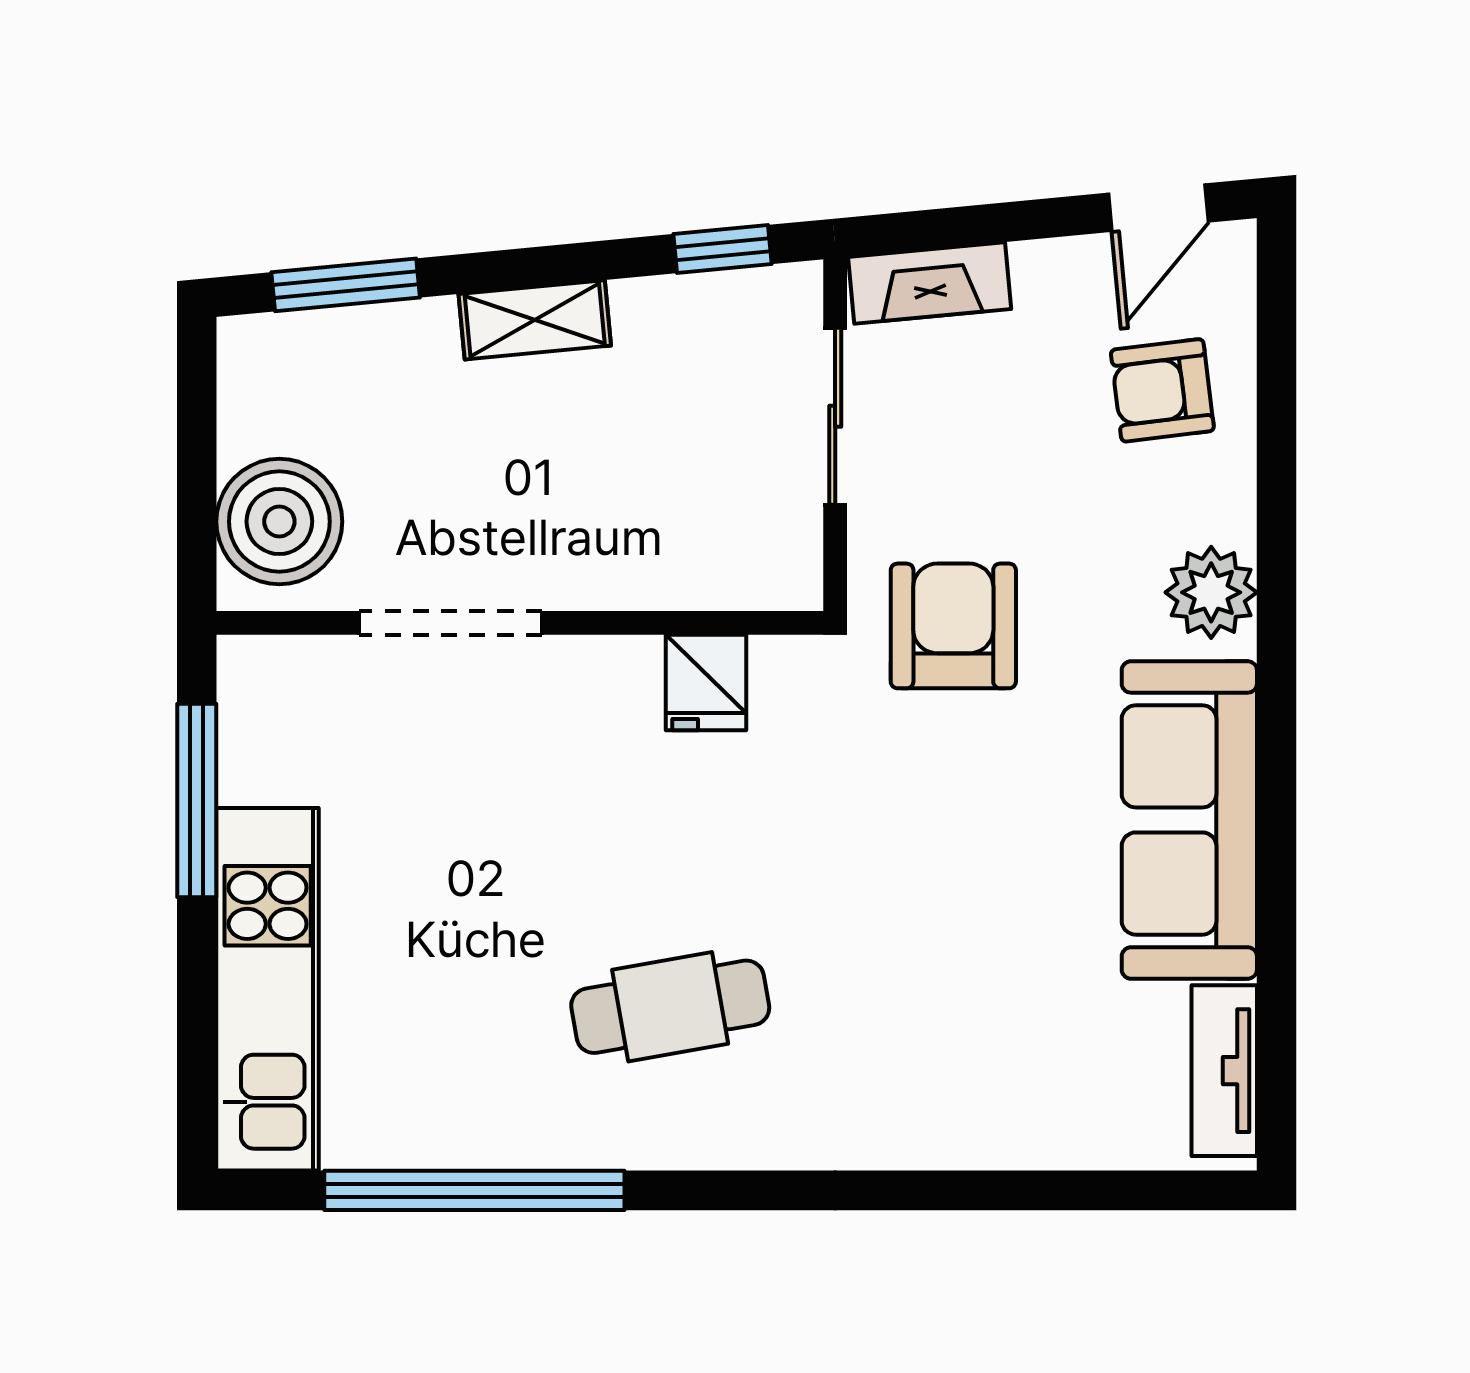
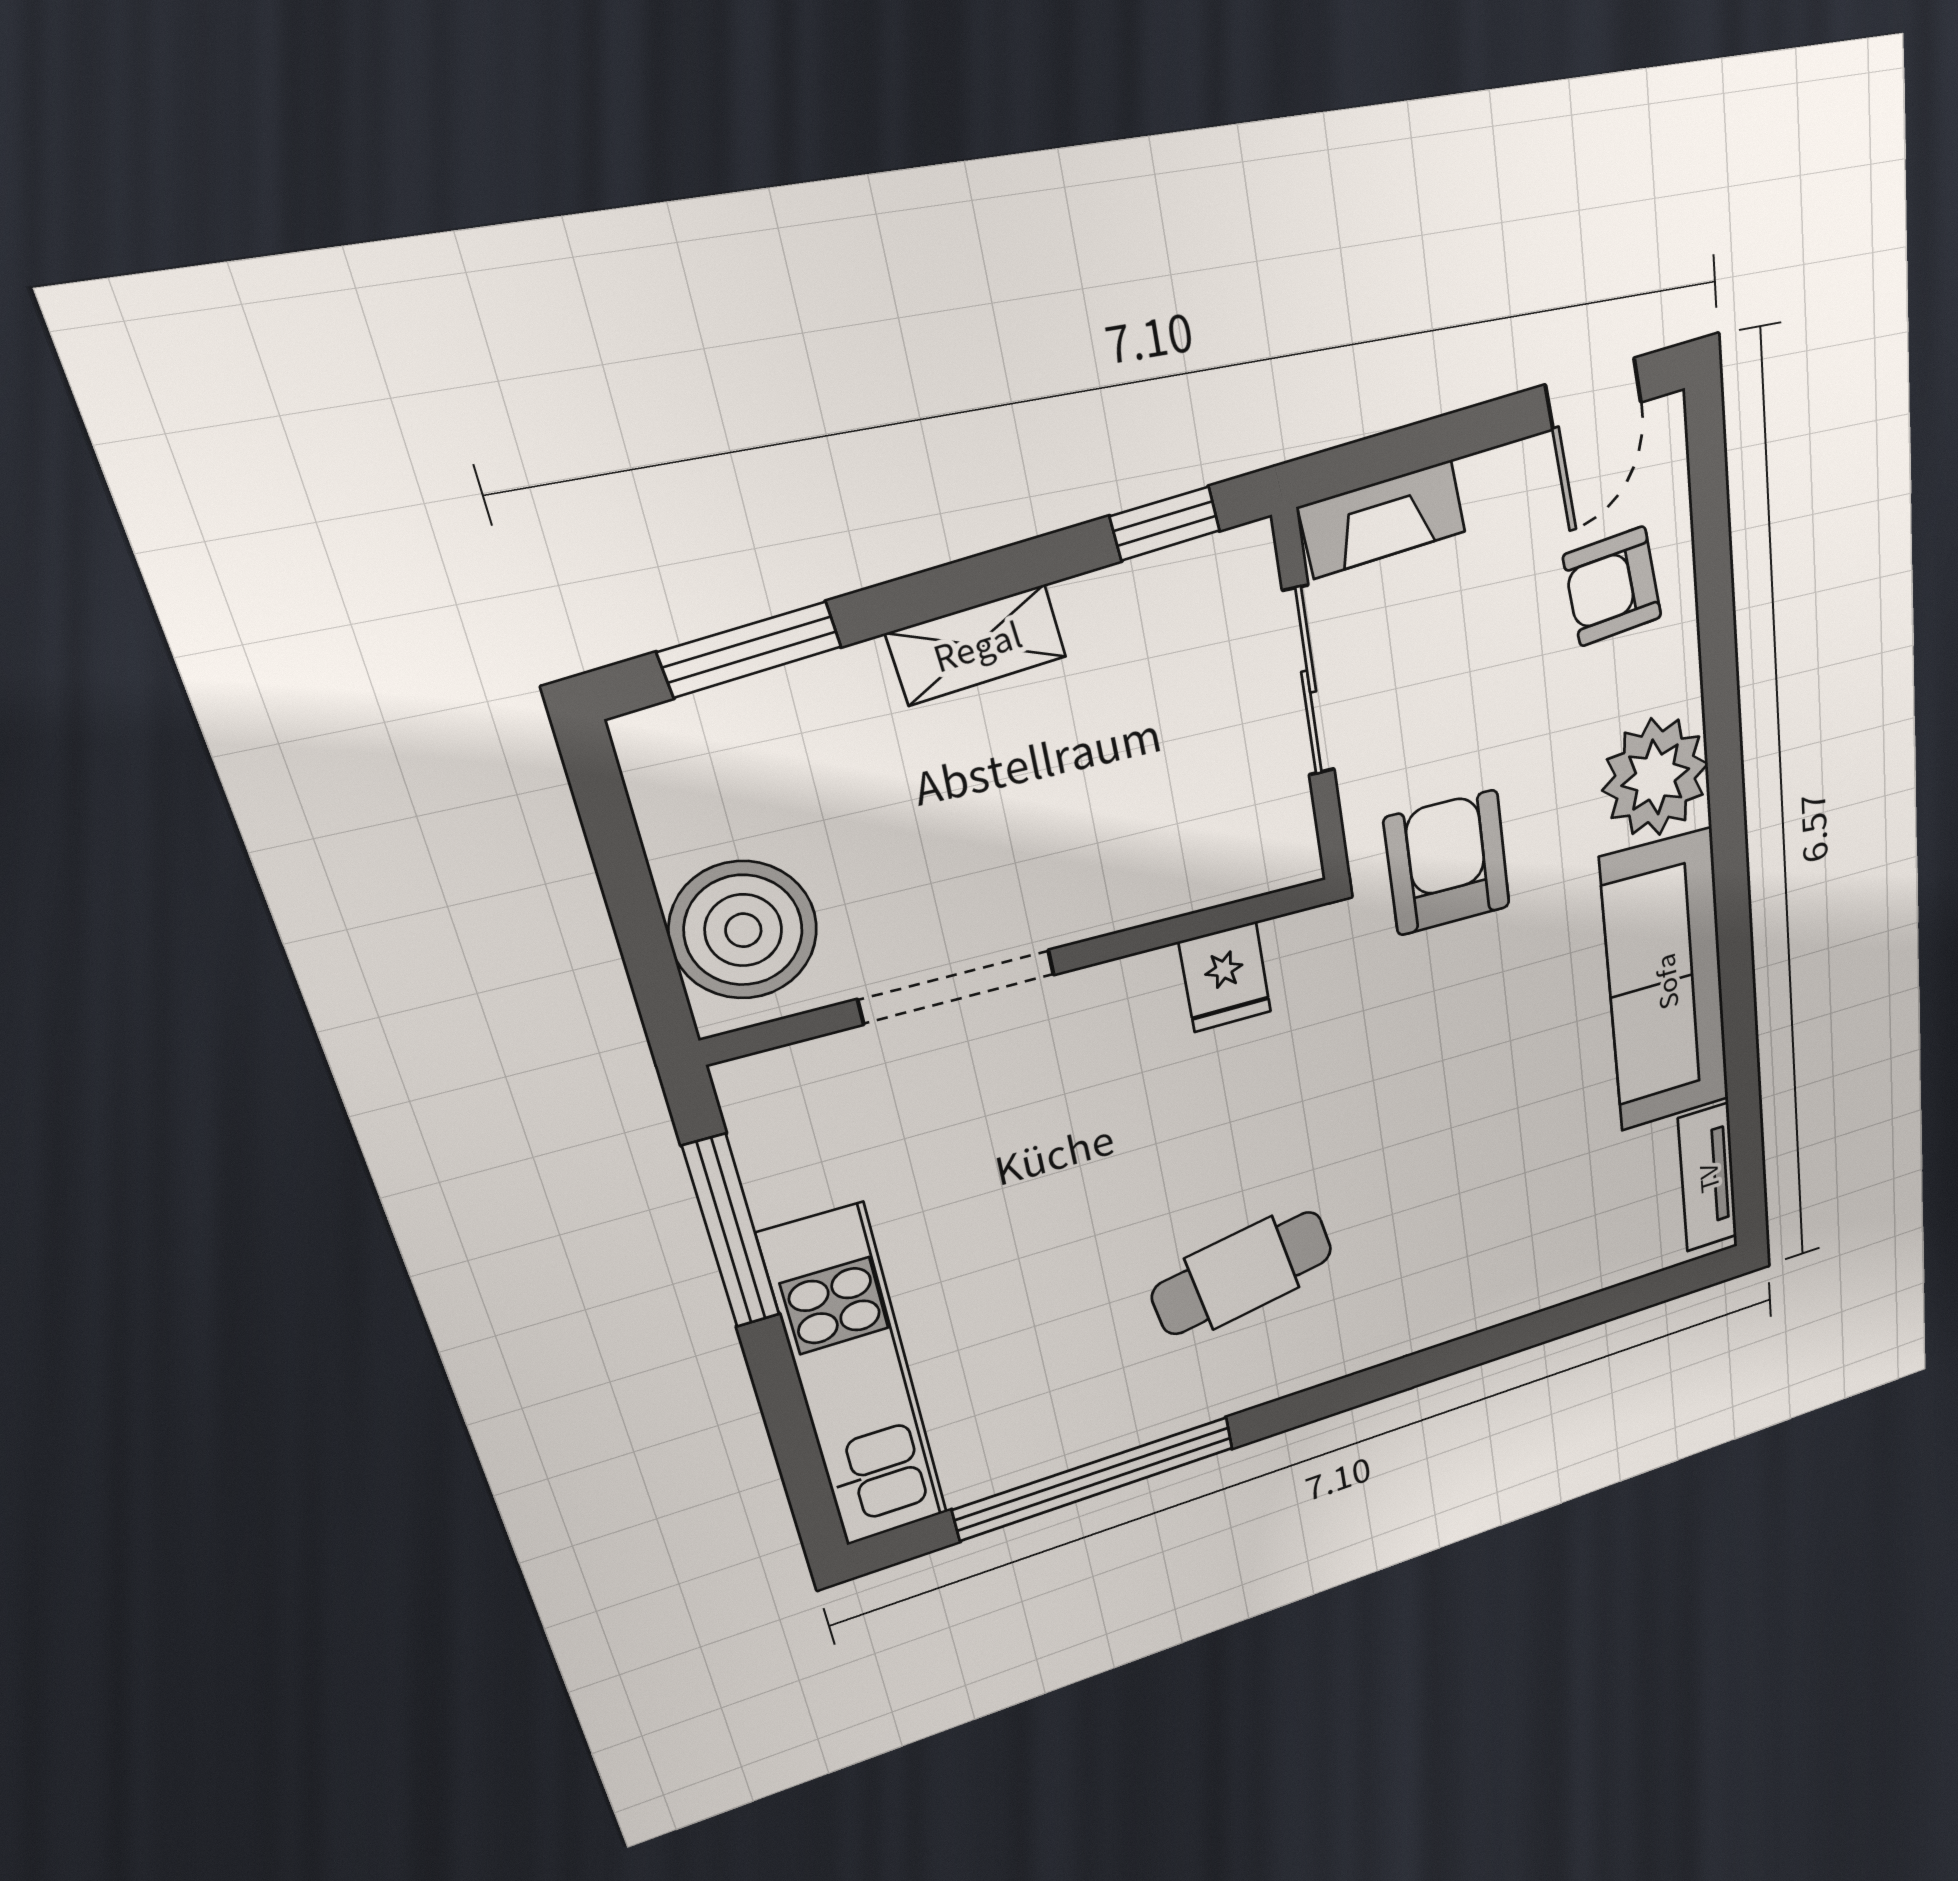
plant: (1211, 592) -> (1655, 777), width x1.36, depth x1.36

